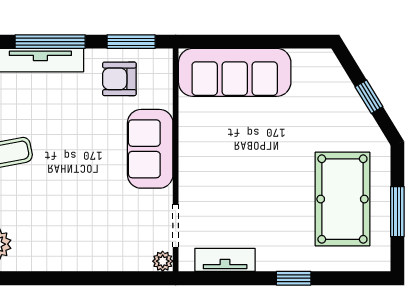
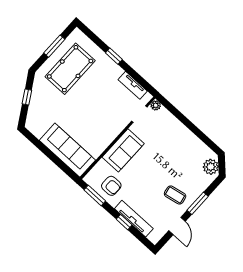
window: (50, 42) -> (124, 222), width x0.46

